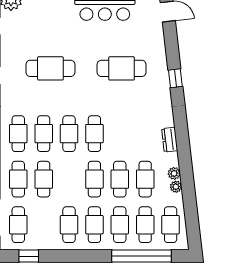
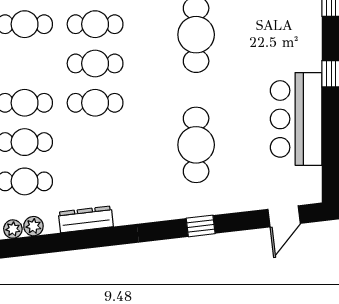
window: (175, 78) -> (201, 226), moved
dresser: (170, 140) -> (86, 219), width x1.44

